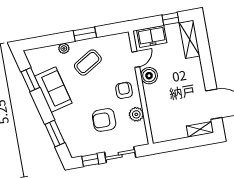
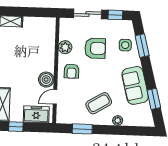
window: (85, 34) -> (82, 129), moved
side table: (73, 130) -> (125, 45), added

